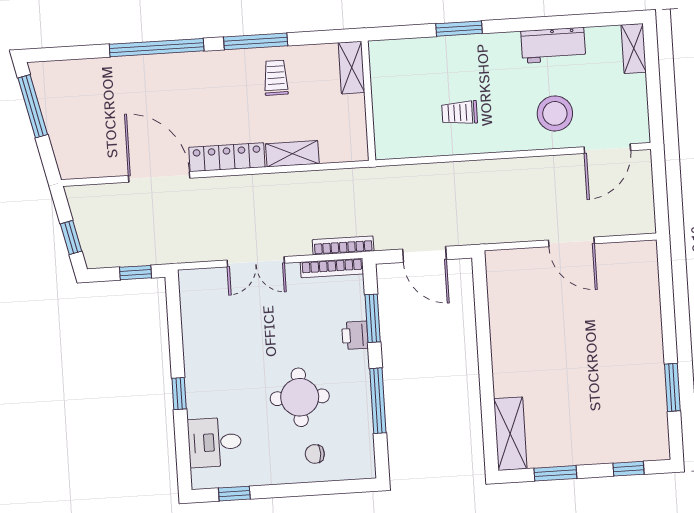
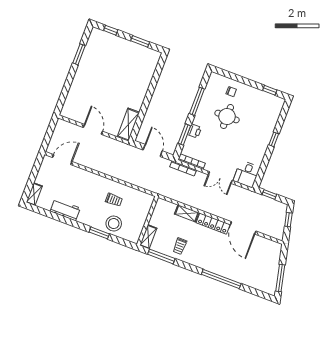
window: (256, 41) -> (161, 256), moved
stool: (555, 113) -> (114, 223), moved
double door: (256, 262) -> (220, 177), swing flipped
shelving: (510, 434) -> (128, 125), moved
desk: (215, 442) -> (247, 174), moved, turned 90

